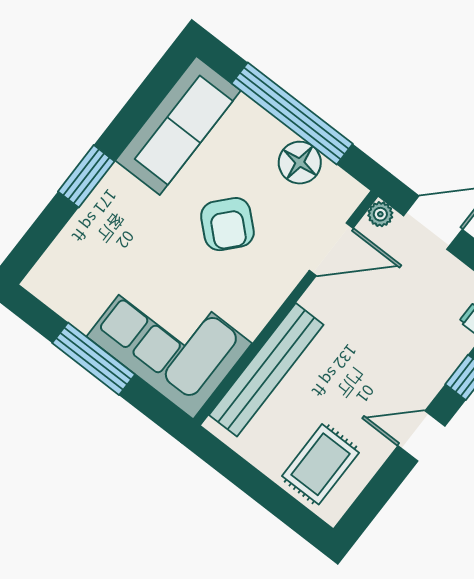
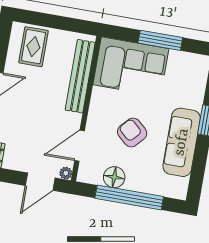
sofa: (178, 126) -> (182, 142), moved

